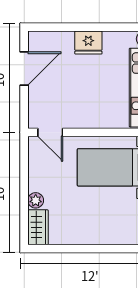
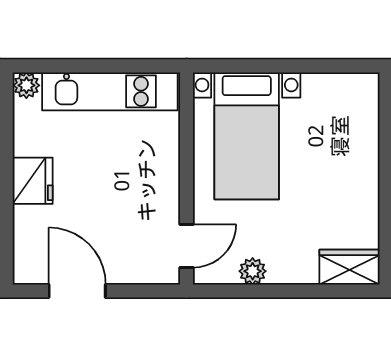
plant: (36, 200) -> (253, 271), moved

